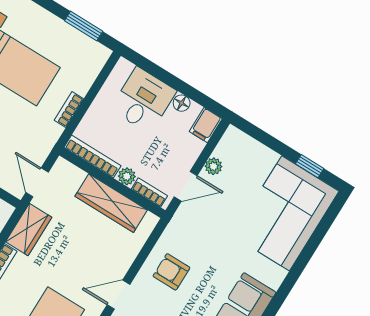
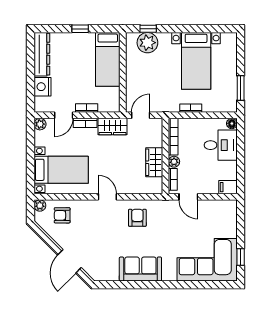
floor lamp: (182, 103) -> (232, 124), moved
plant: (214, 166) -> (208, 205), removed
wardrobe: (111, 203) -> (154, 162), width x0.67

